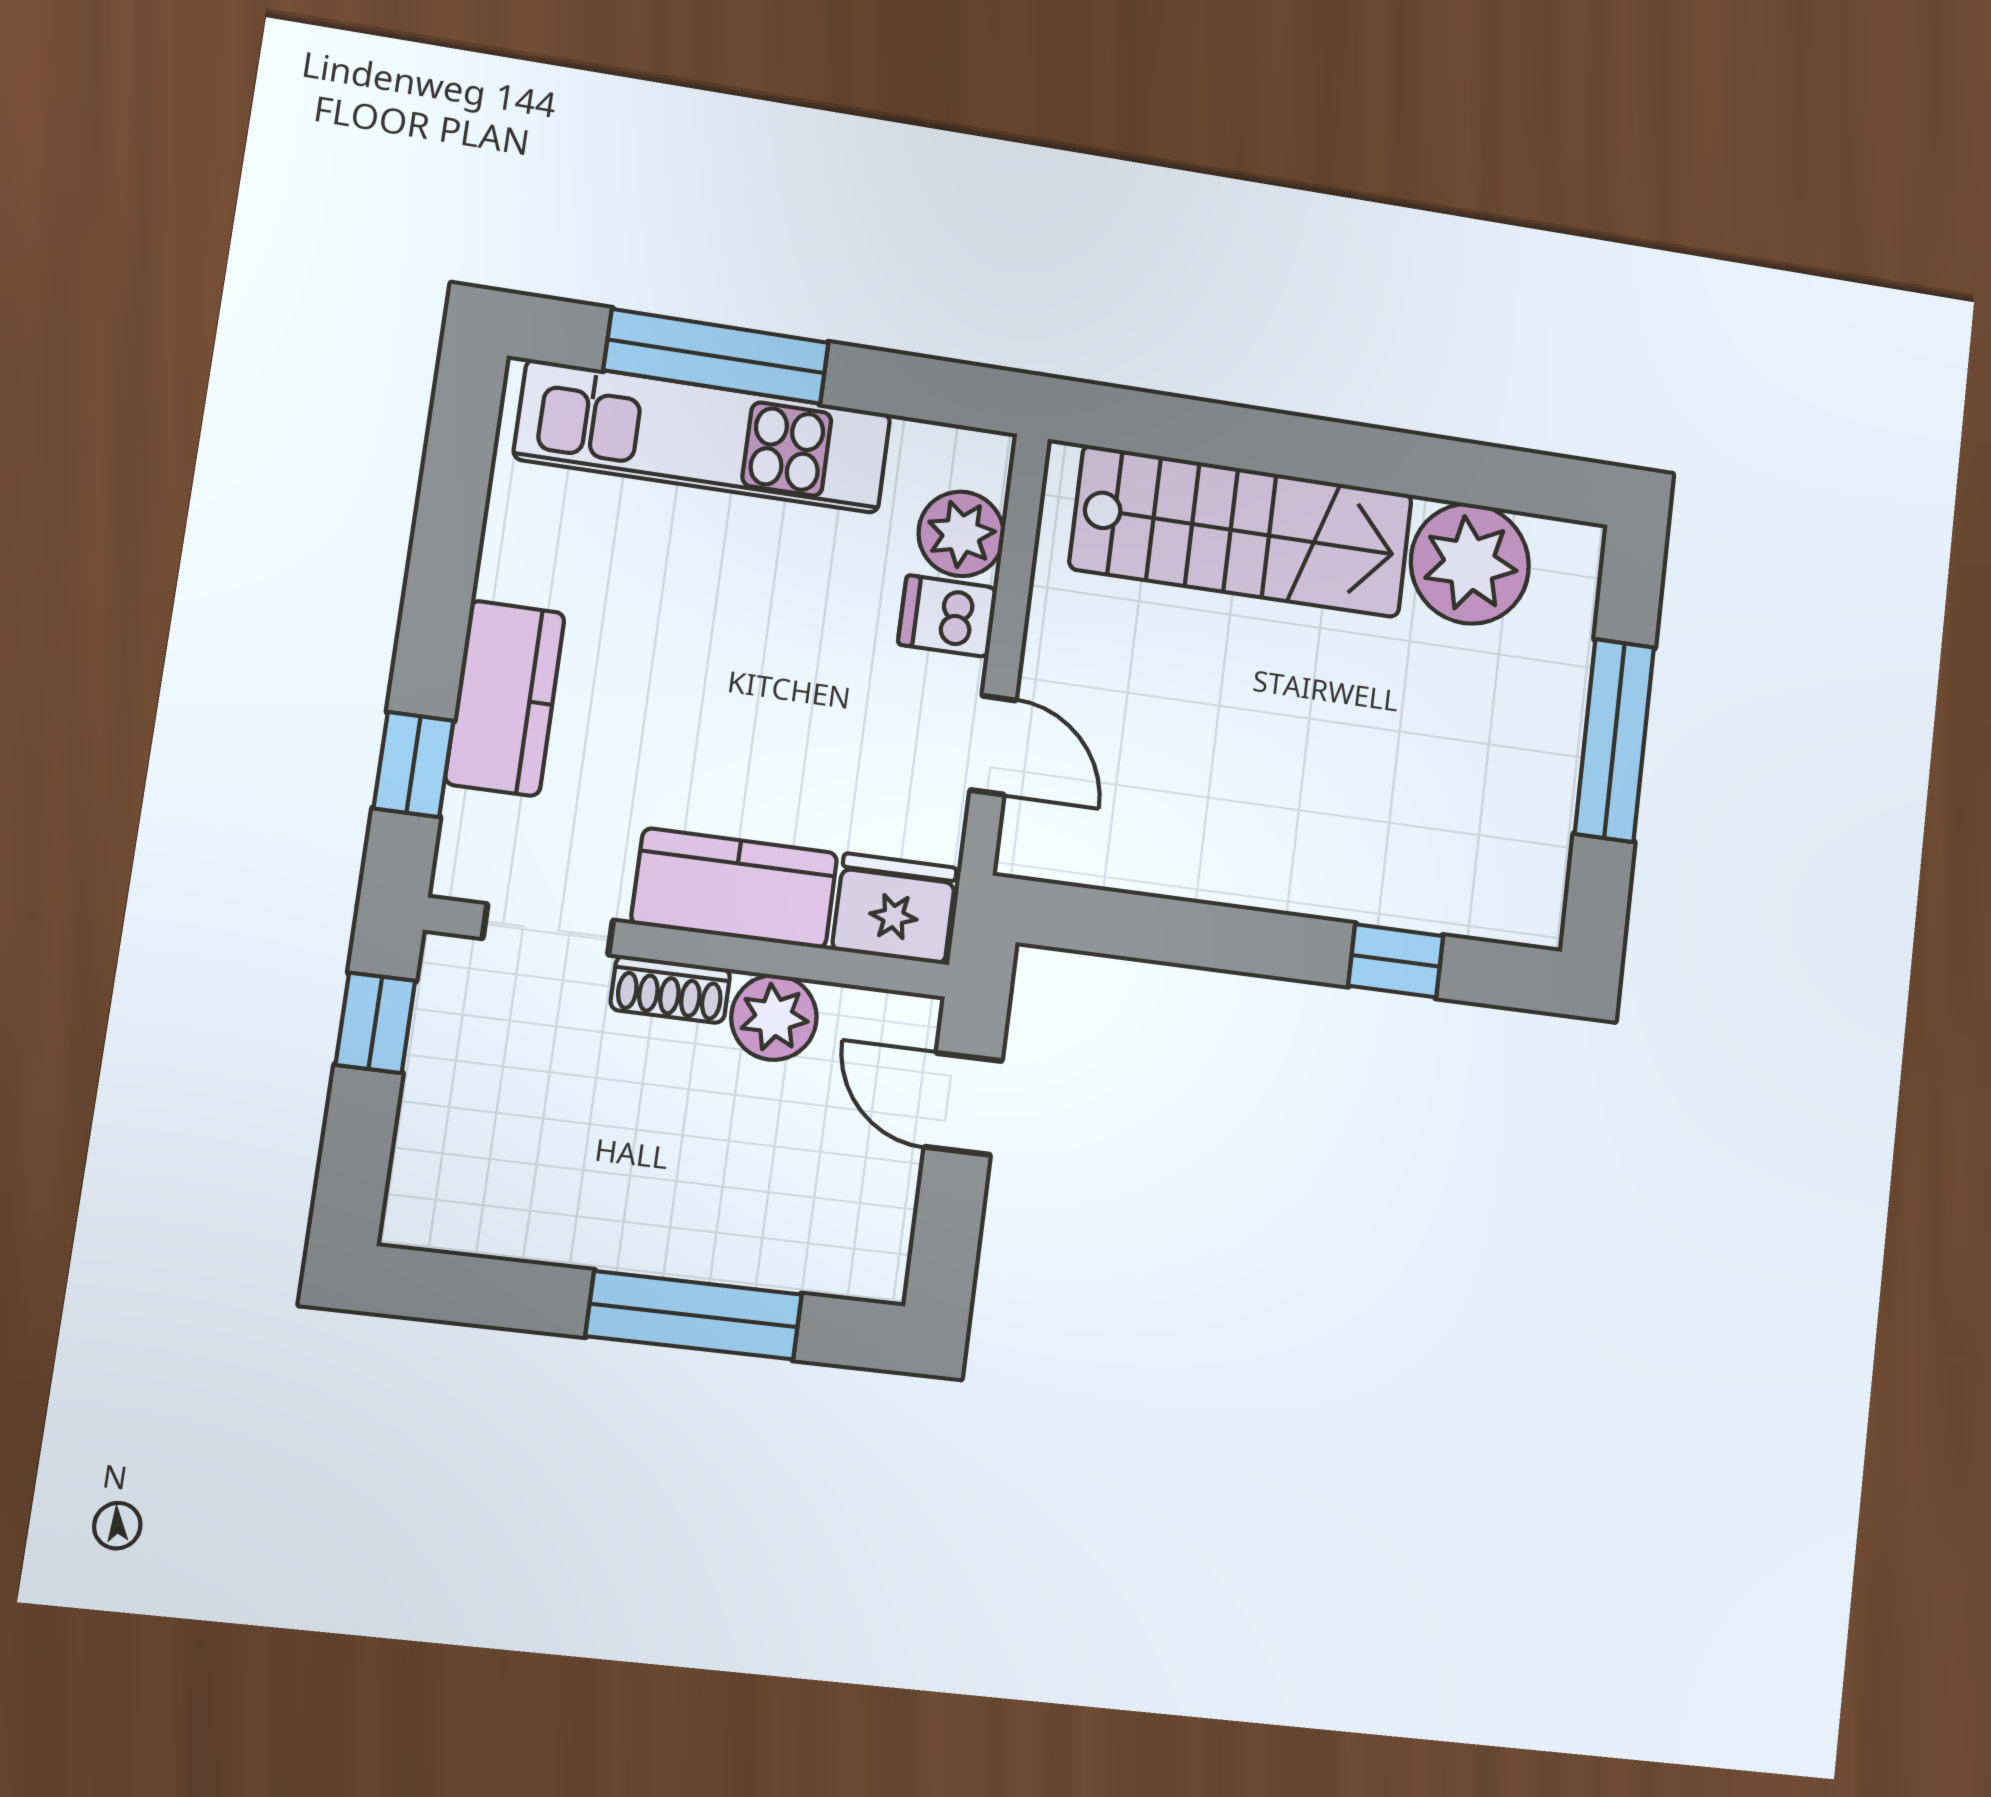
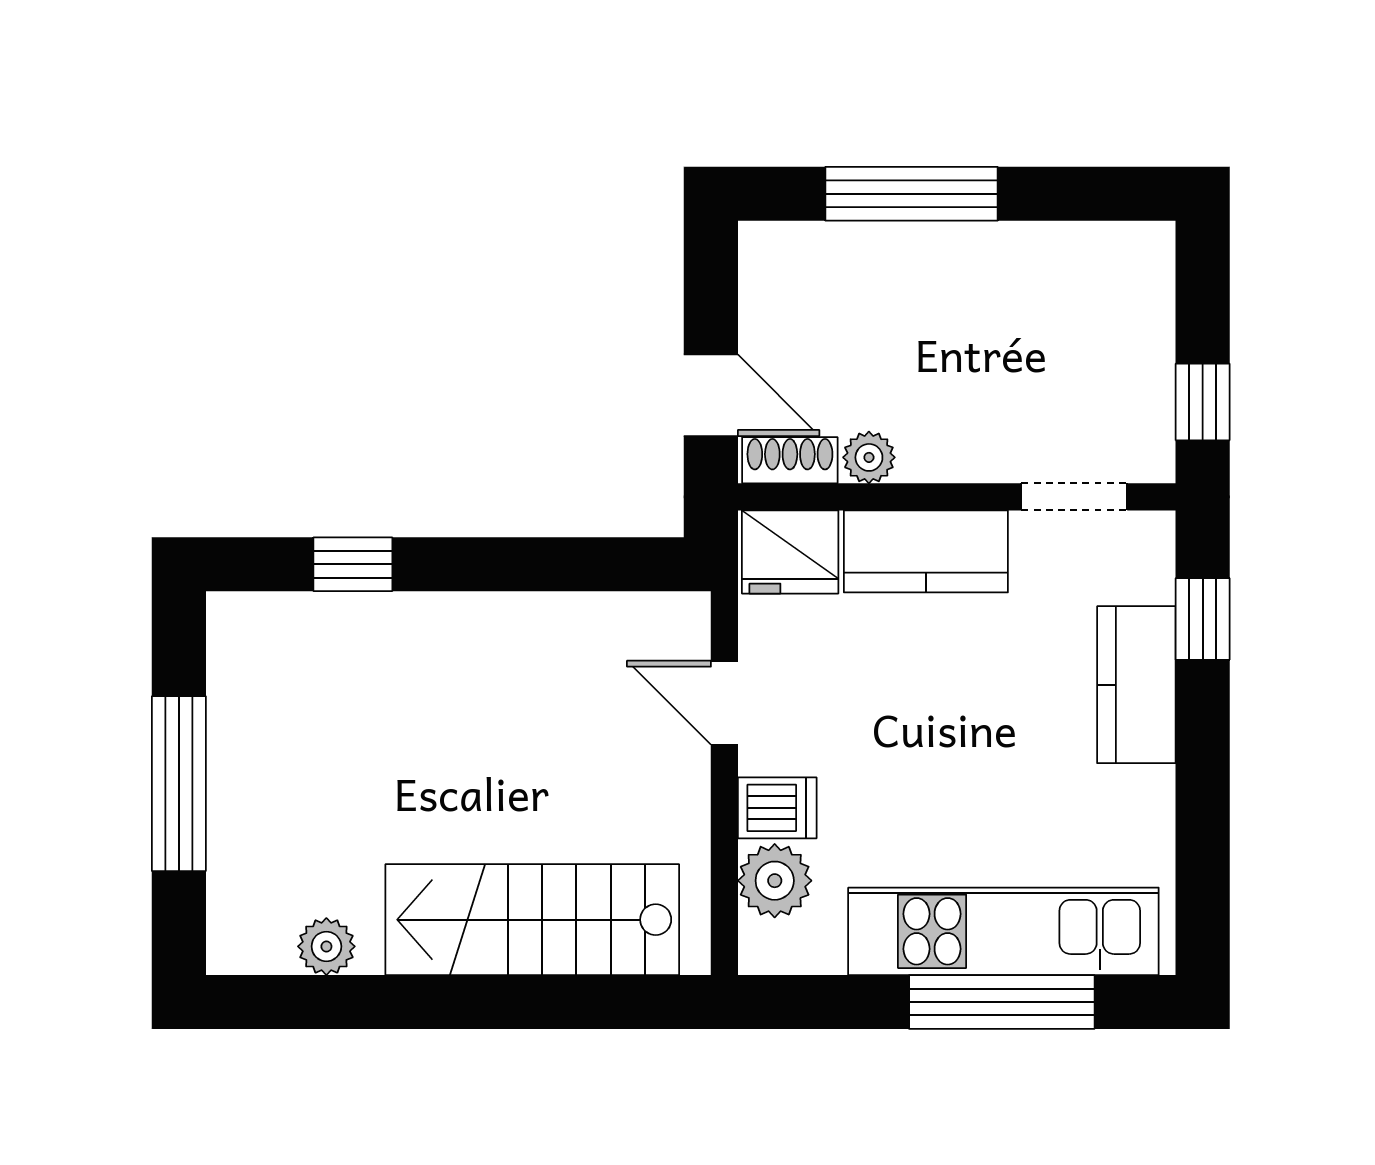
plant: (1470, 564) -> (326, 946), width x0.53, depth x0.53
shoe rack: (670, 989) -> (790, 460), moved
plant: (774, 1017) -> (869, 457), width x0.73, depth x0.73

